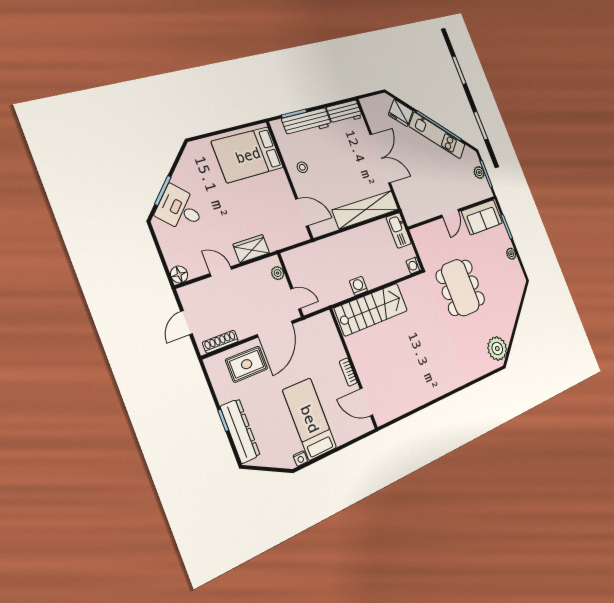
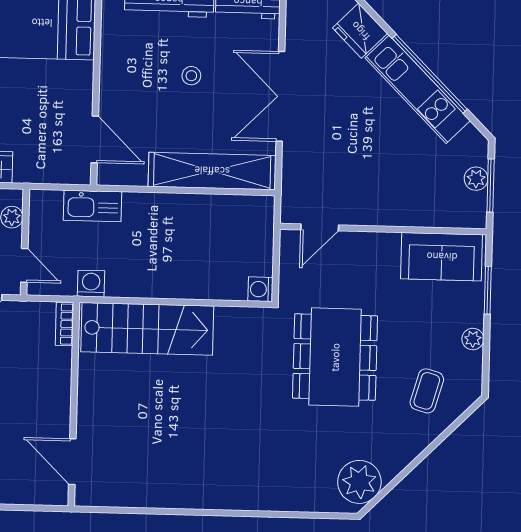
double door: (380, 159) -> (280, 96), swing flipped
stool: (302, 167) -> (191, 76), moved
door: (450, 213) -> (320, 227), moved
kitchen sink: (399, 230) -> (92, 206), moved, turned -90
washing machine: (358, 286) -> (91, 284), moved
coffee table: (504, 288) -> (427, 391), added
bookcase: (348, 372) -> (64, 324), moved

